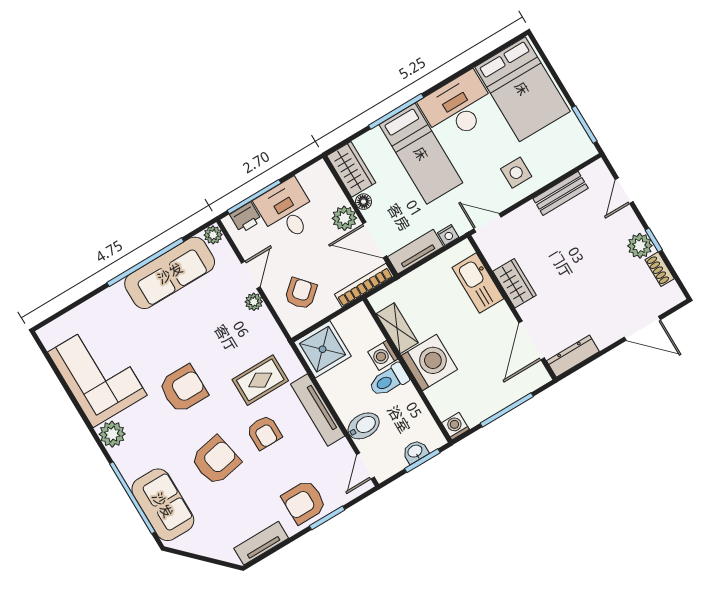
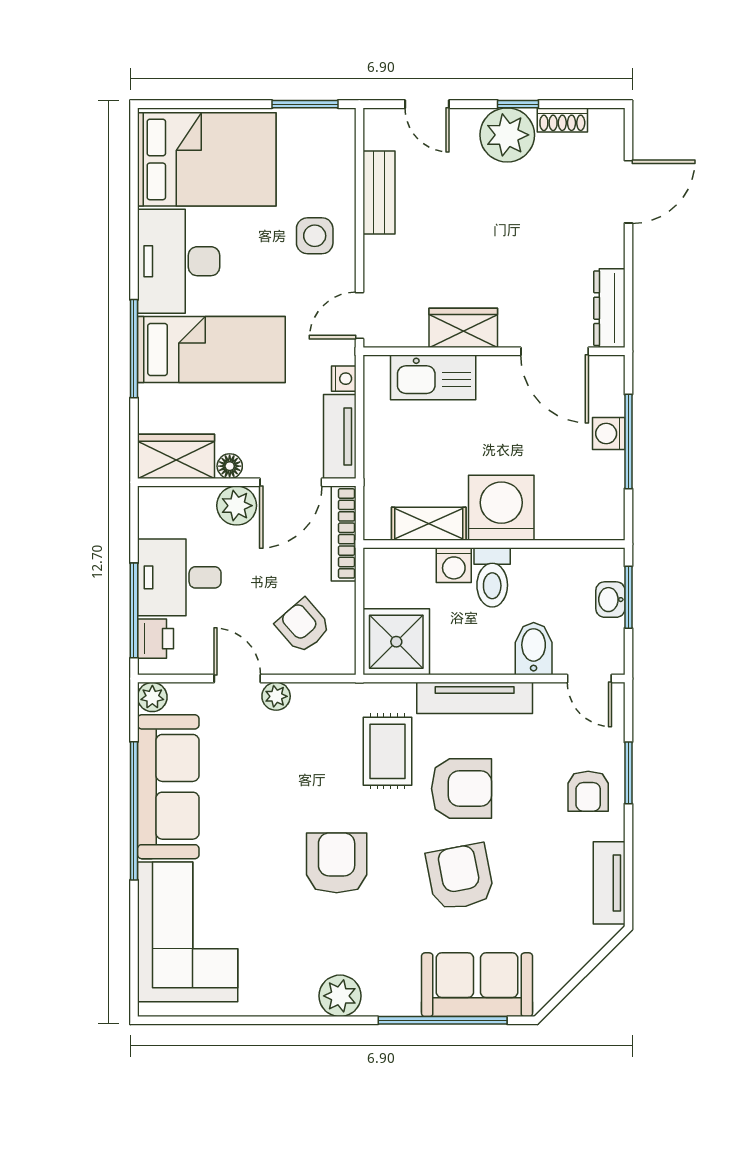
plant: (640, 246) -> (507, 135), width x1.36, depth x1.36
corner sofa: (97, 374) -> (188, 932), moved, turned 90
washing machine: (455, 426) -> (609, 434), moved
armchair: (264, 432) -> (462, 789), width x1.38, depth x1.38
armchair: (304, 502) -> (588, 791), width x0.72, depth x0.72

